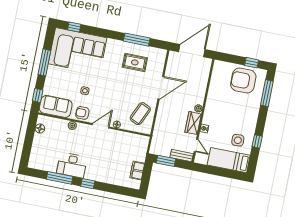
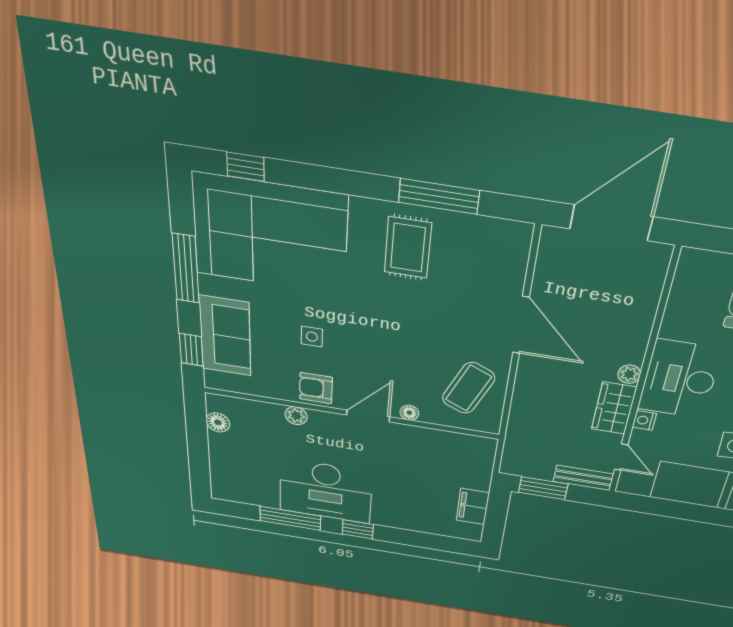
rug: (135, 62) -> (408, 248), moved, turned 90
door: (161, 88) -> (521, 325), hinge flipped
sofa: (56, 106) -> (225, 336), moved, turned 90
desk: (216, 111) -> (680, 379), added
desk: (72, 165) -> (326, 491), width x1.36, depth x1.30

